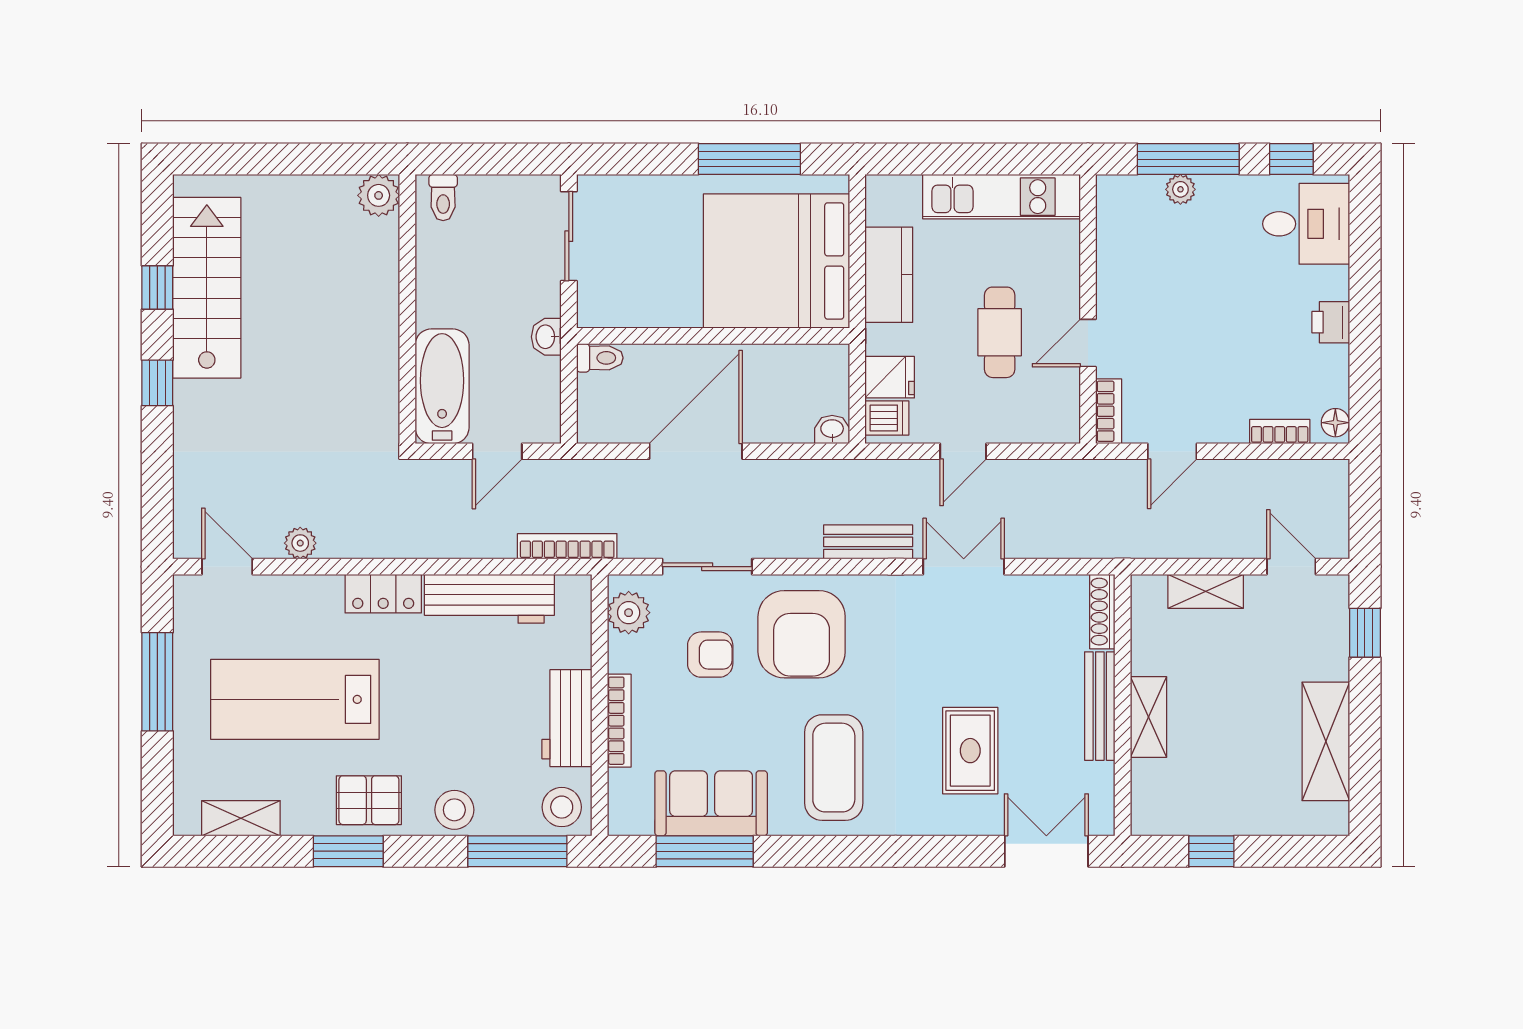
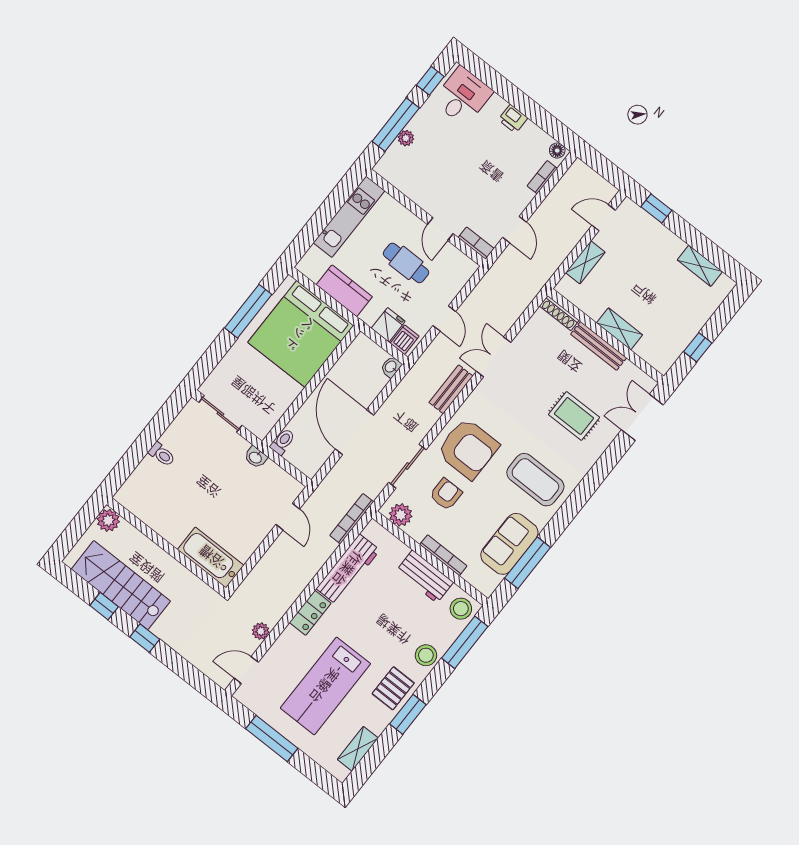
plant: (379, 195) -> (108, 520), moved
wall: (407, 309) -> (166, 546), moved
bathtub: (442, 386) -> (211, 557), moved
shelving: (1326, 741) -> (700, 266), width x0.67, depth x0.75

